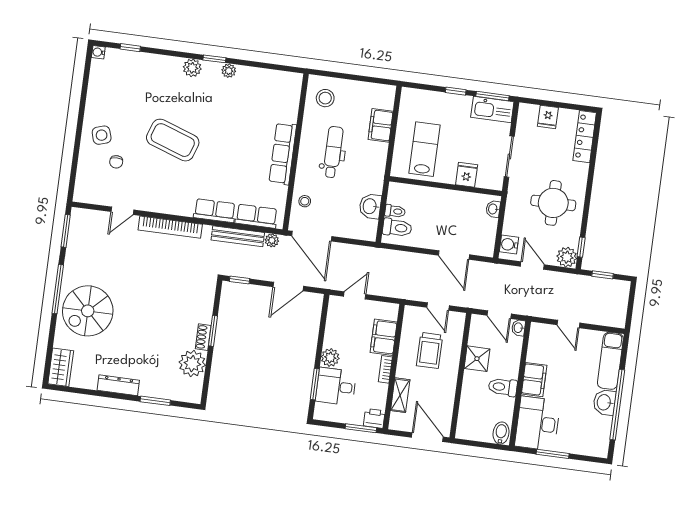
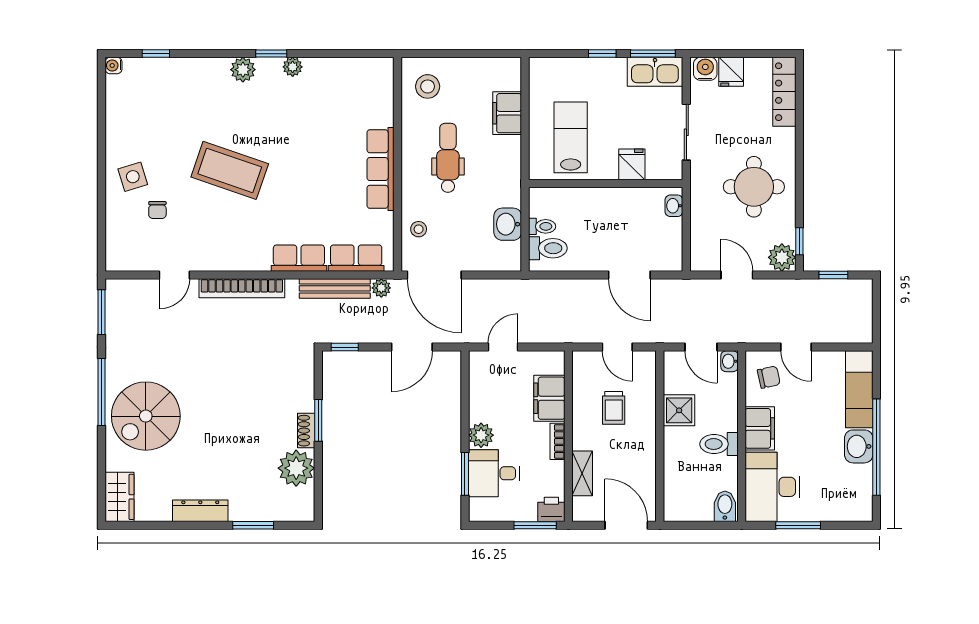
water cooler: (509, 244) -> (705, 69), moved, turned 90
chair: (546, 343) -> (769, 377), added
trolley: (430, 350) -> (614, 408), width x0.73, depth x0.72

